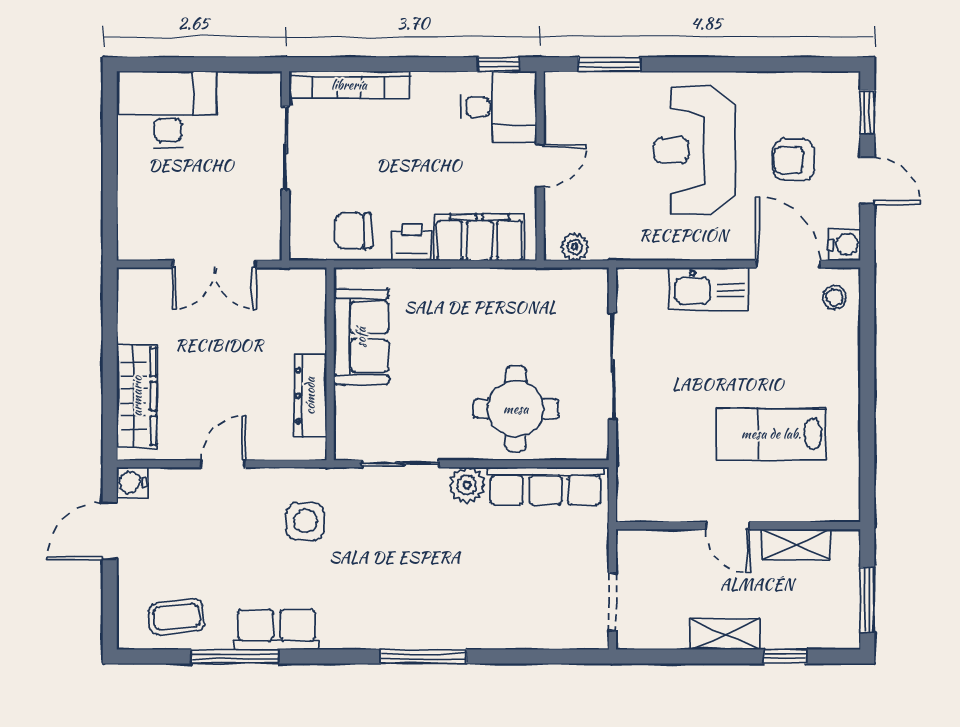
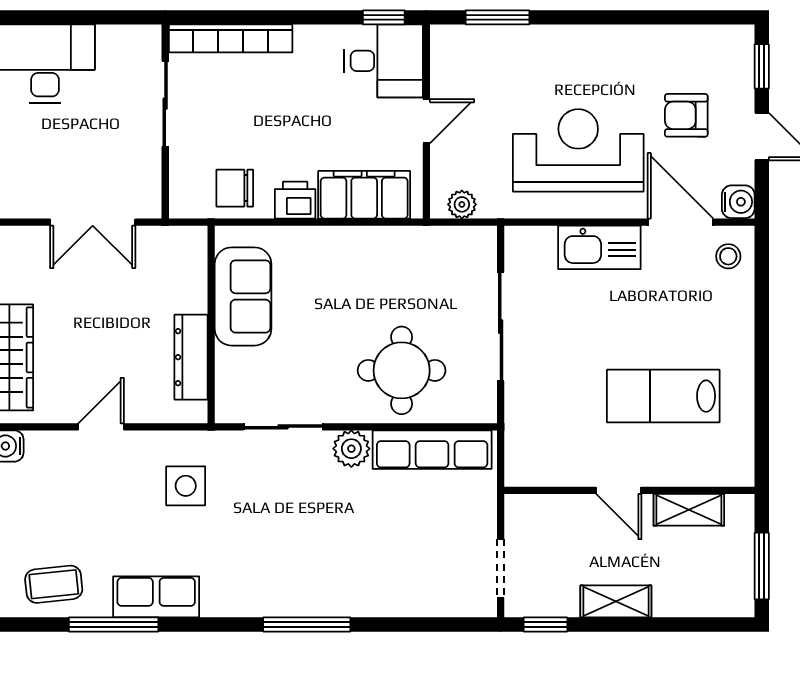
reception desk: (695, 150) -> (578, 150), moved, turned 90
window: (785, 657) -> (545, 624), moved

